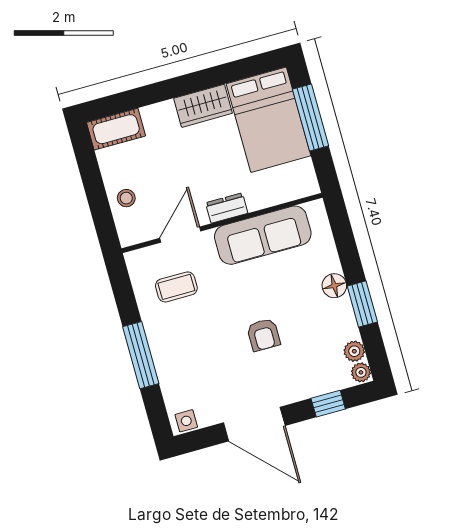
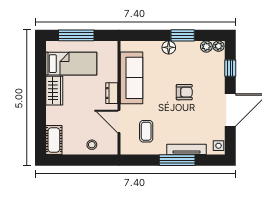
bed: (269, 120) -> (71, 64), width x0.67
tv unit: (164, 366) -> (186, 149), added

